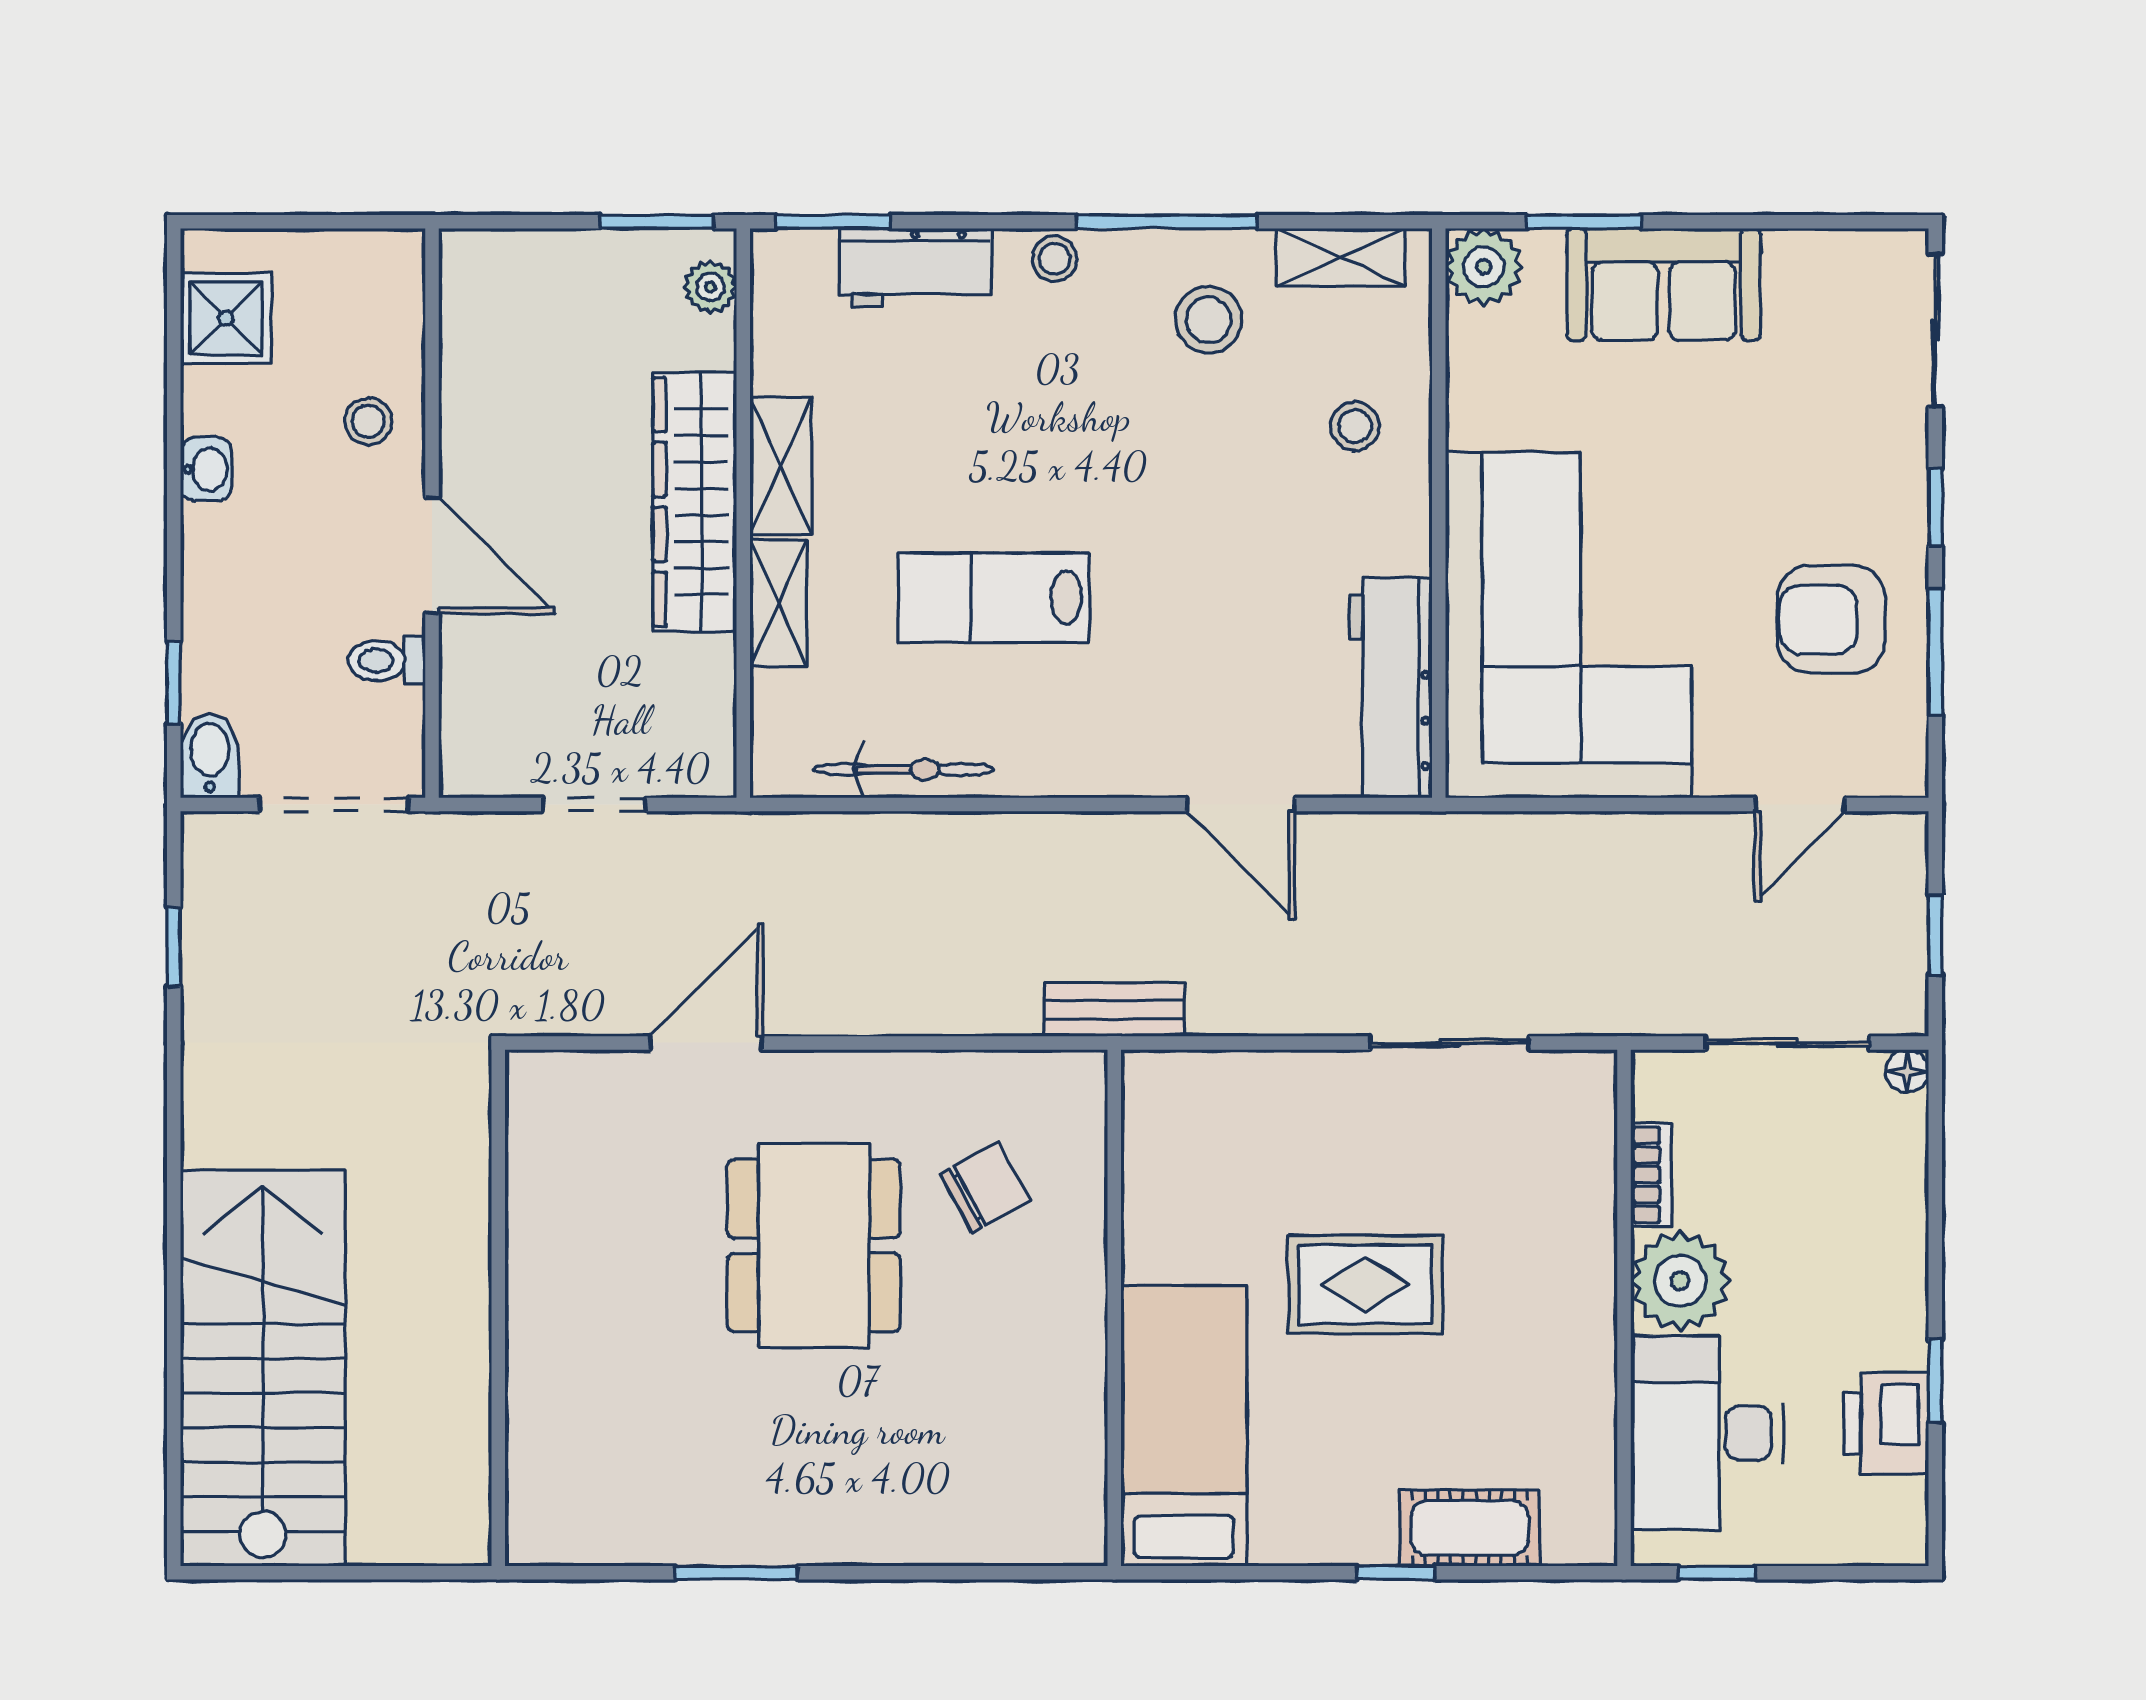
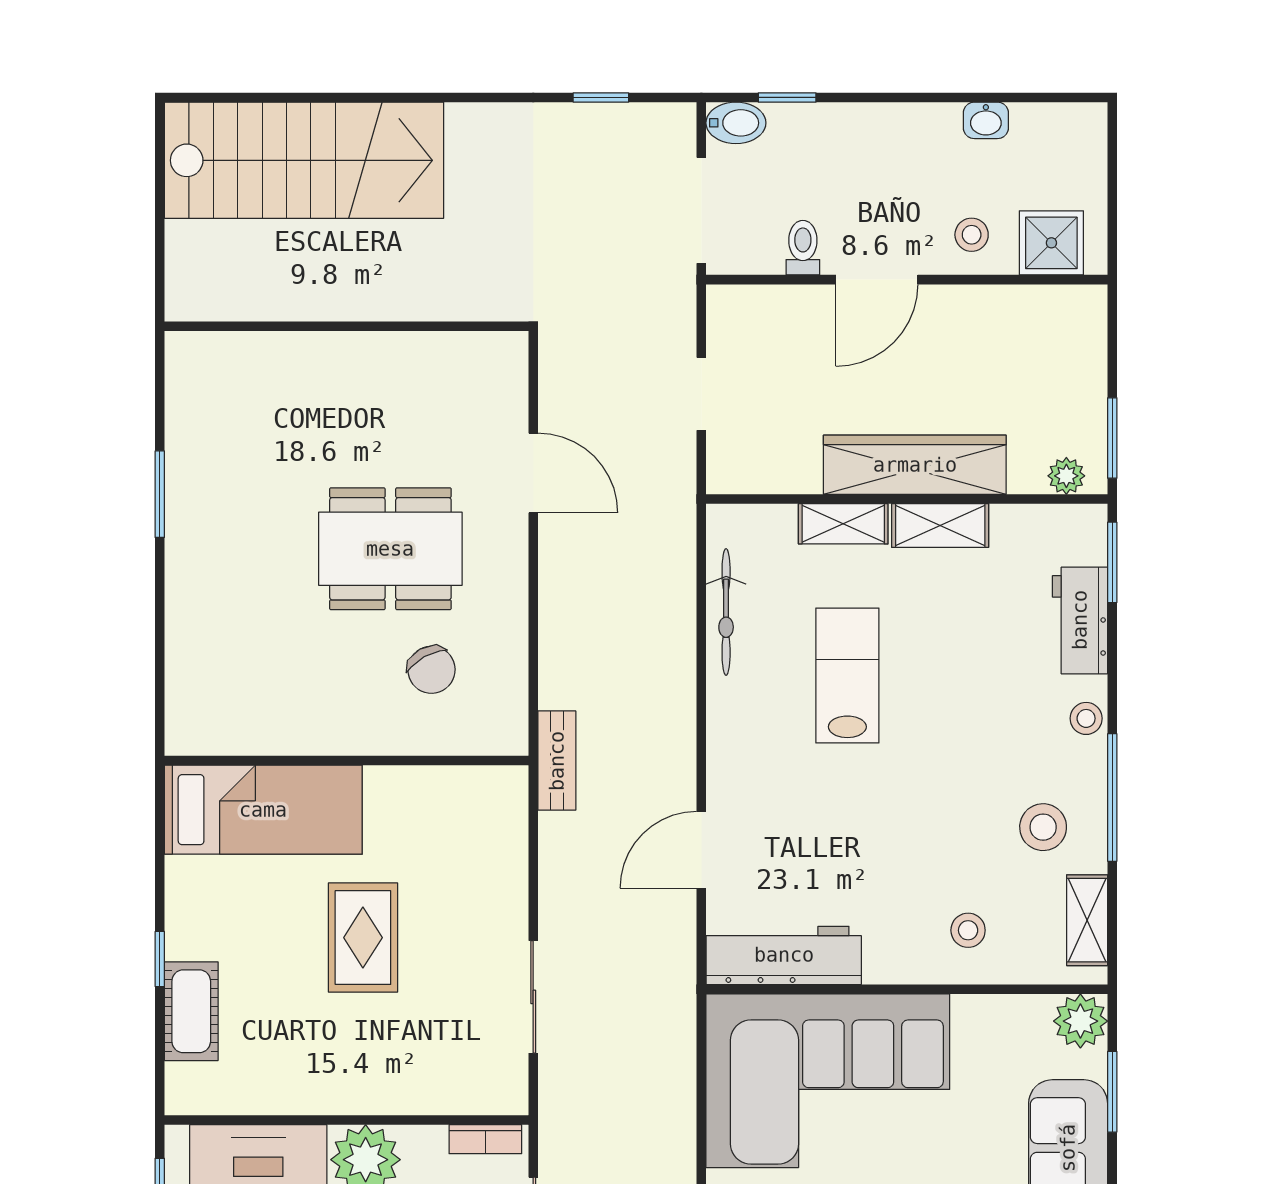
shower: (226, 318) -> (1051, 243), moved
washbasin: (206, 469) -> (986, 120), moved
bookcase: (1651, 1175) -> (485, 1139), moved

